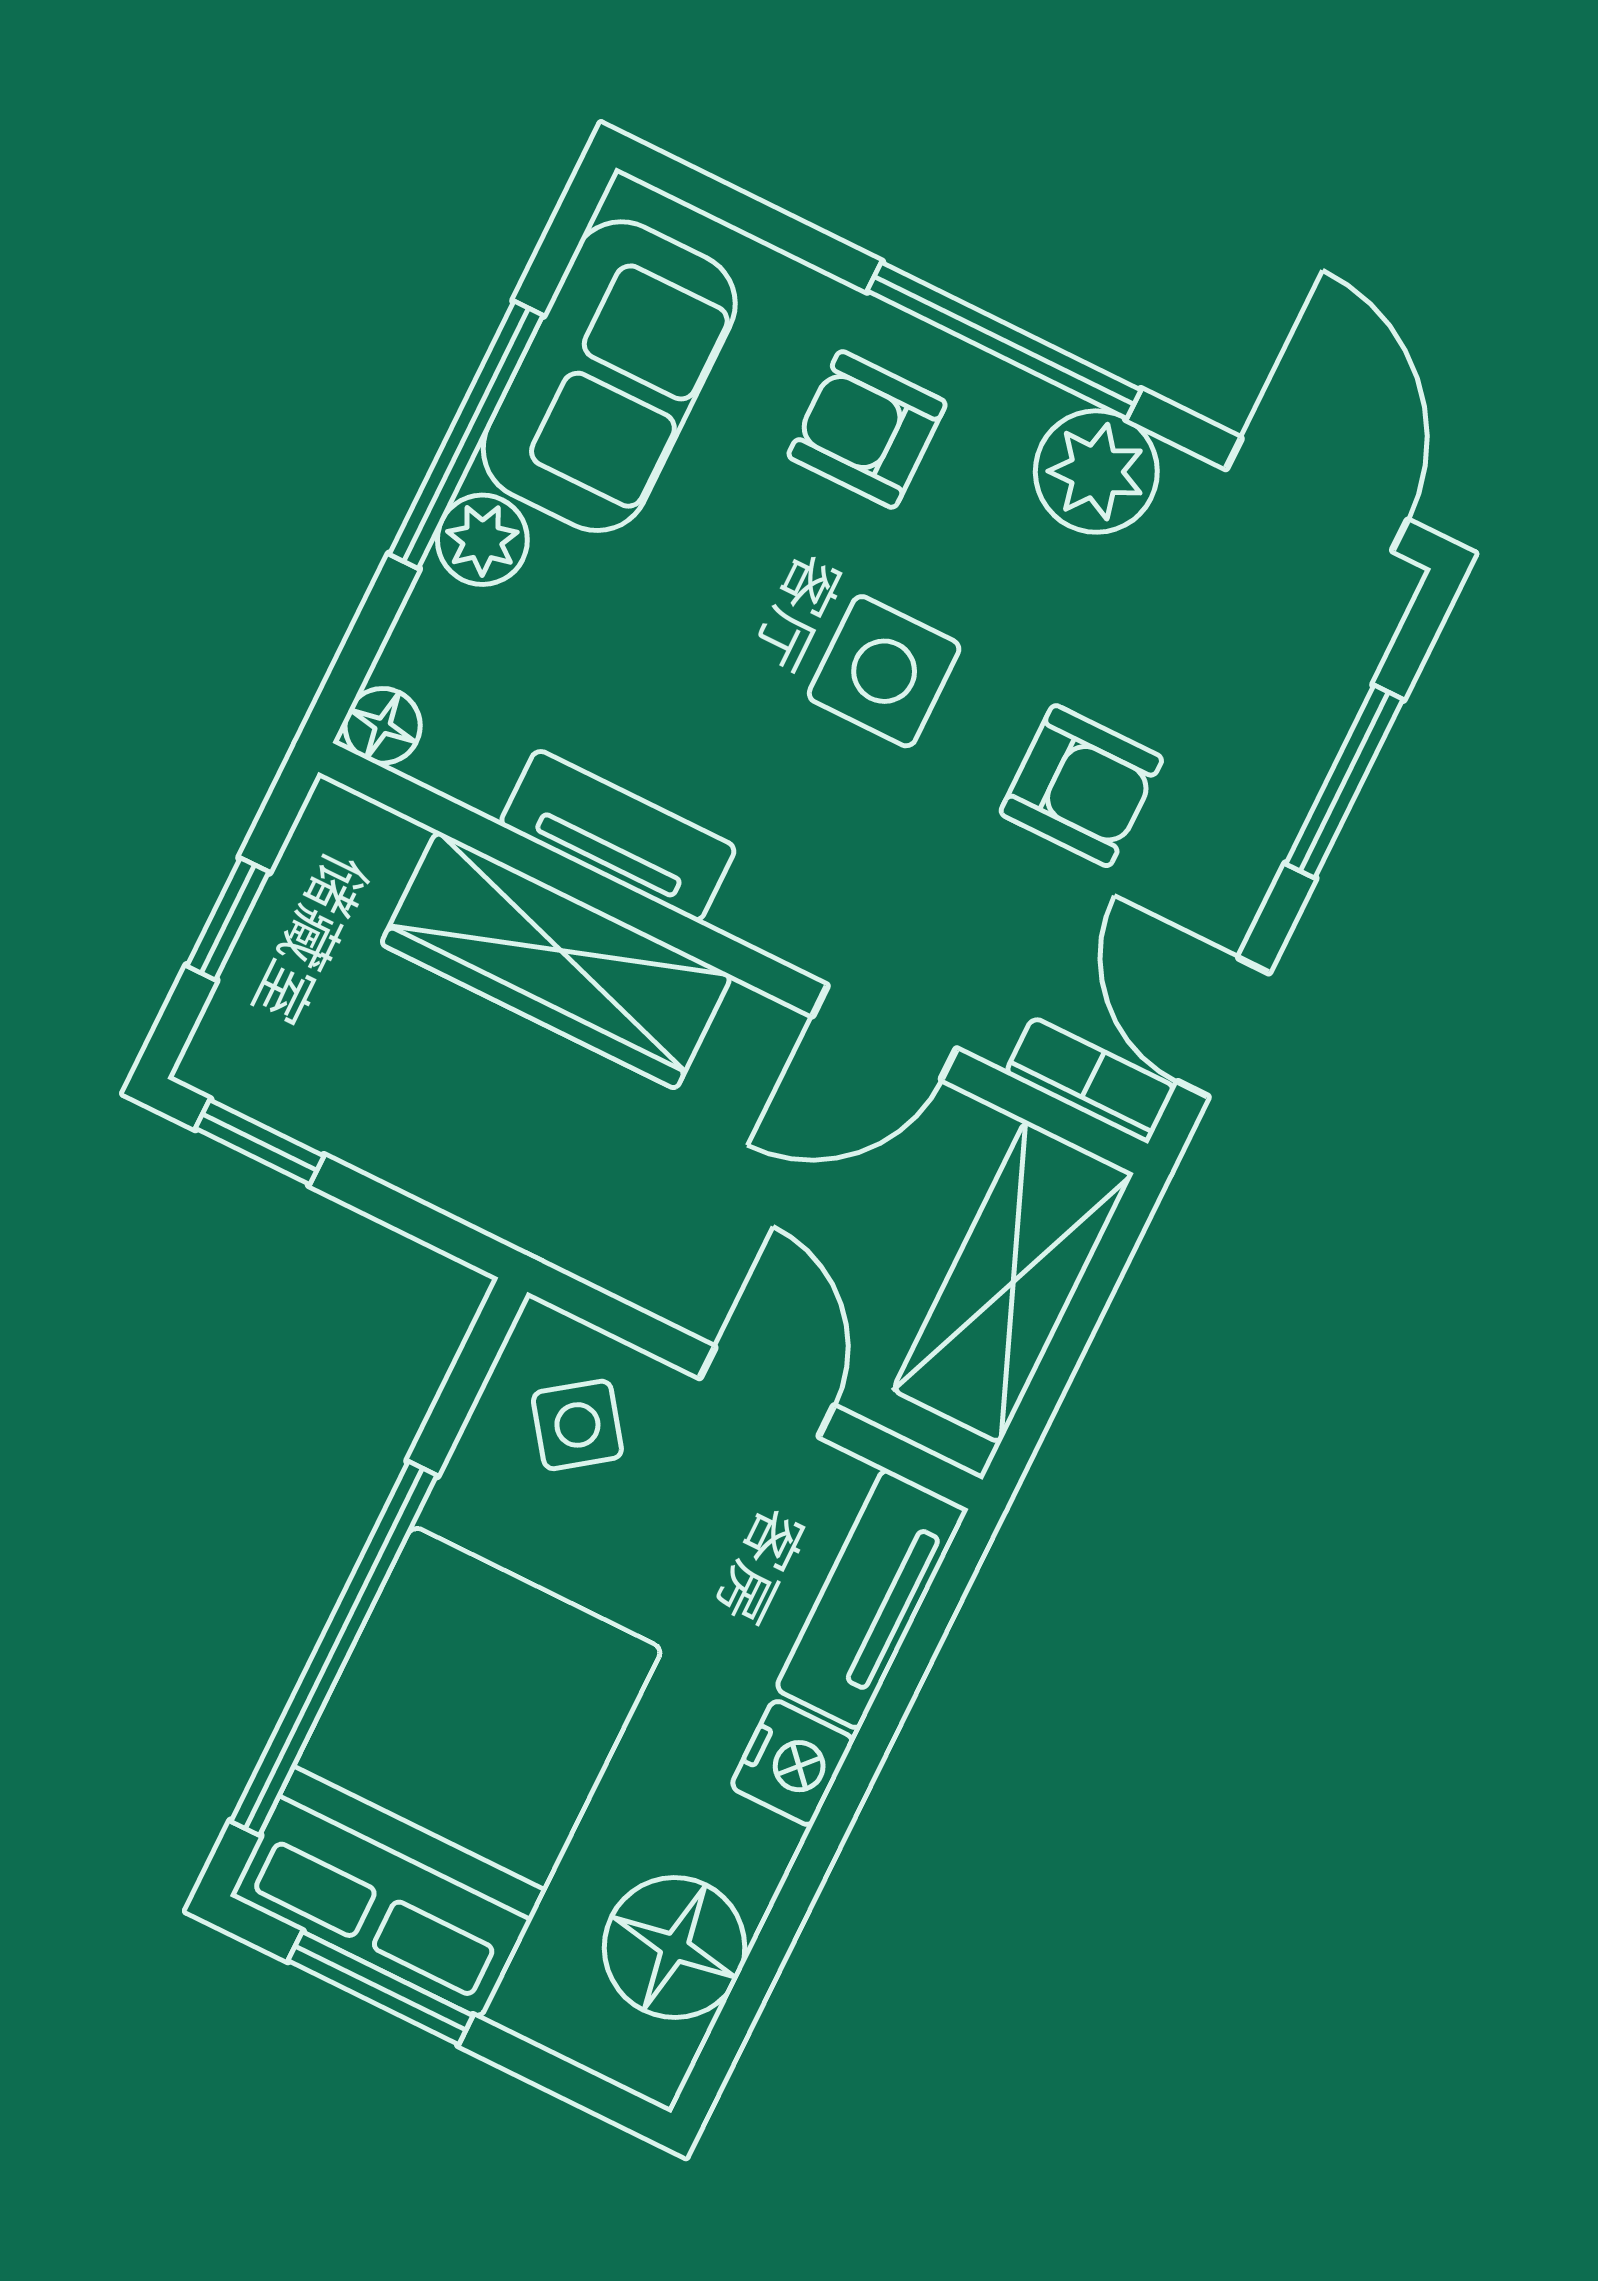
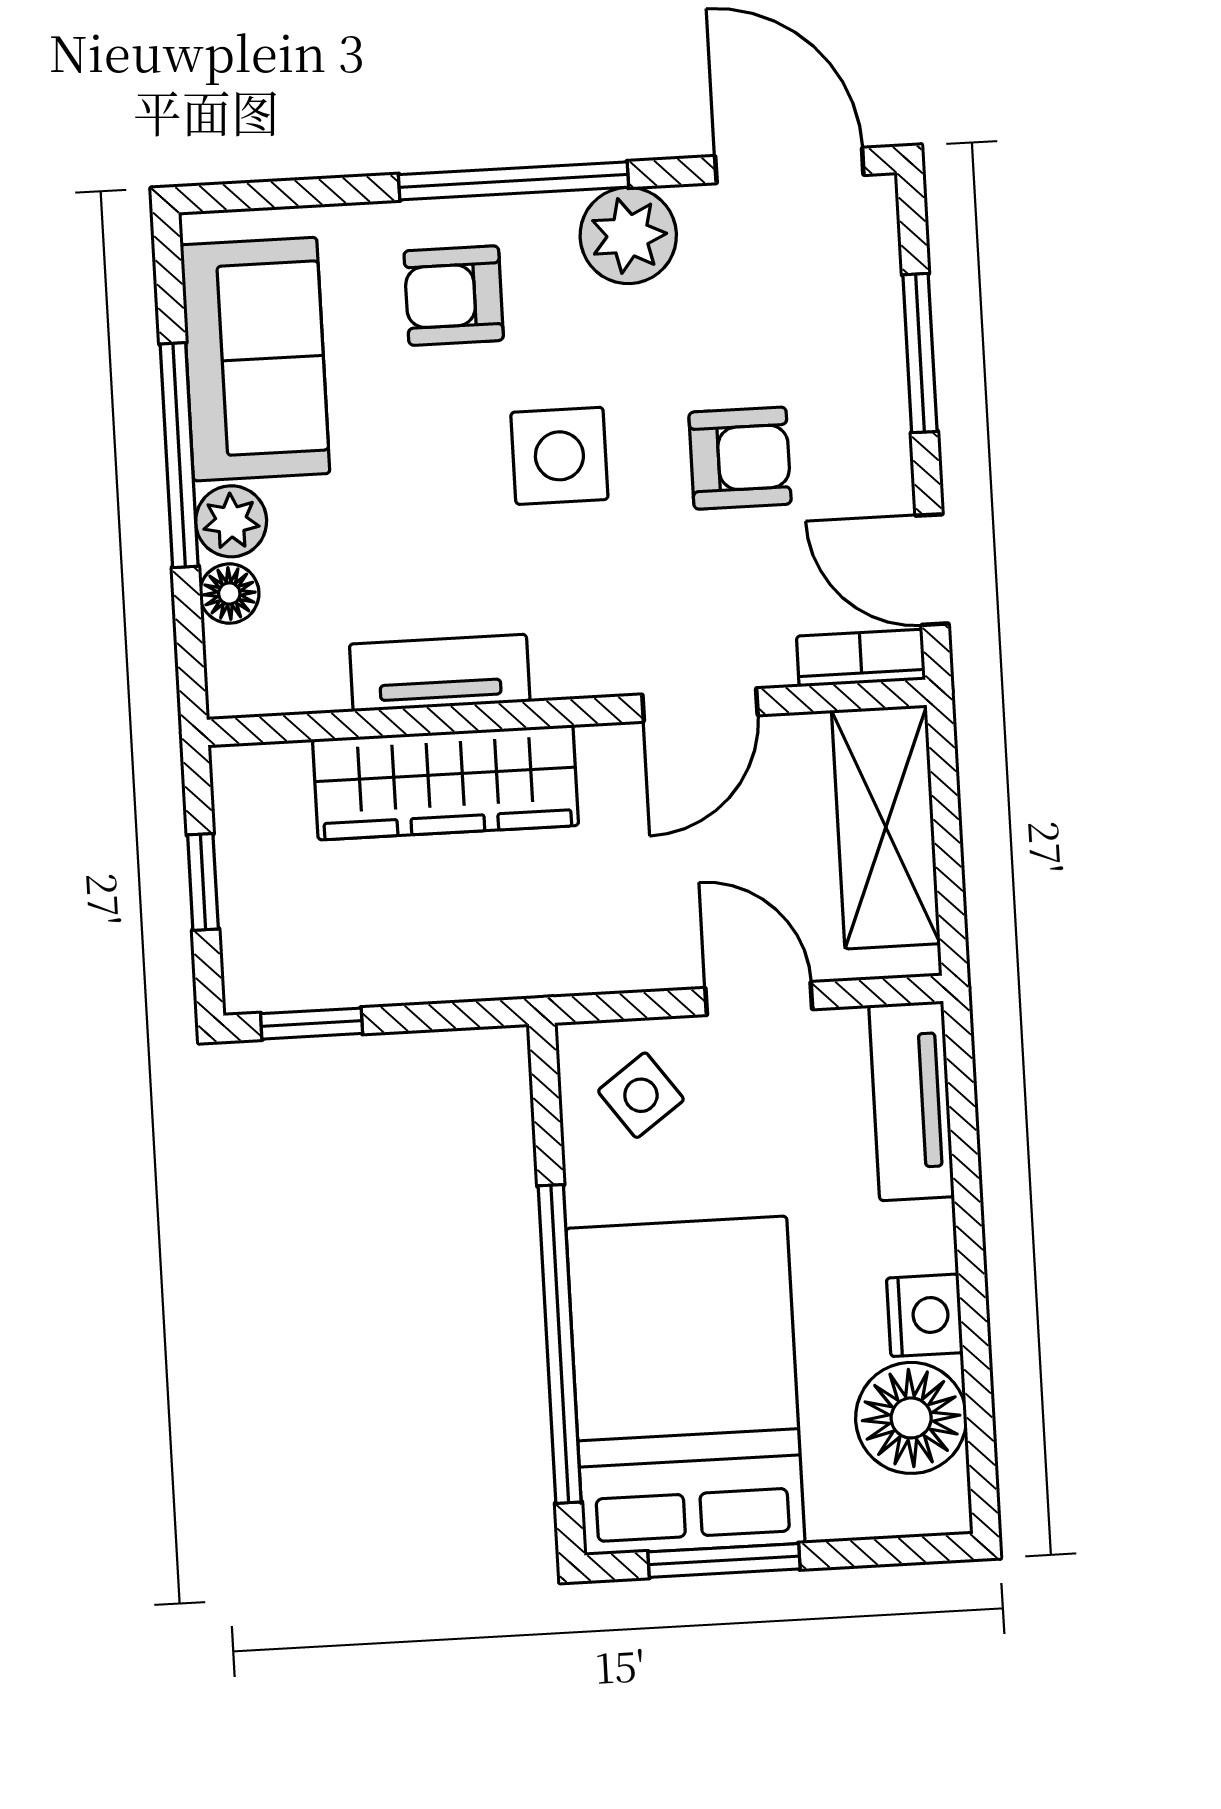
floor lamp: (383, 726) -> (229, 594), moved
nightstand: (793, 1763) -> (925, 1315), moved

